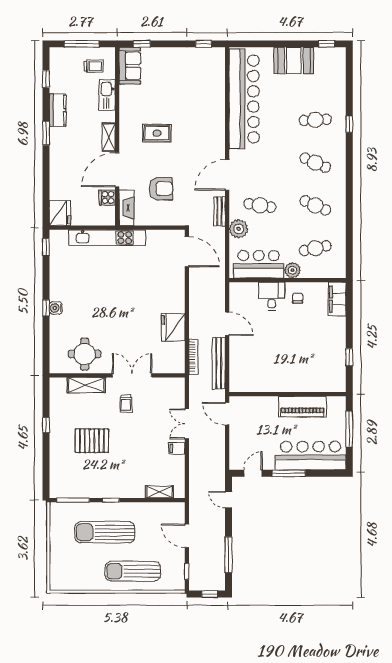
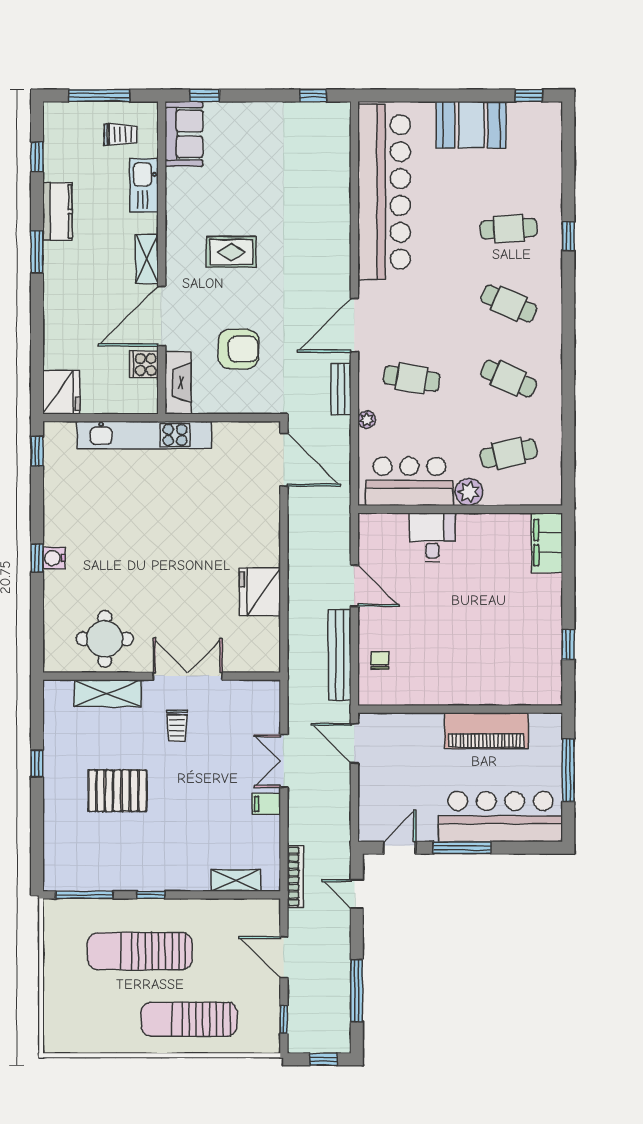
plant: (239, 229) -> (367, 420), width x0.53, depth x0.53
chair: (298, 298) -> (380, 660), moved
bookcase: (193, 357) -> (295, 876), moved

